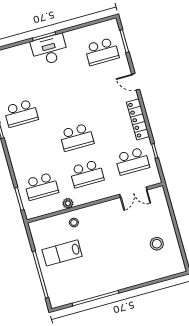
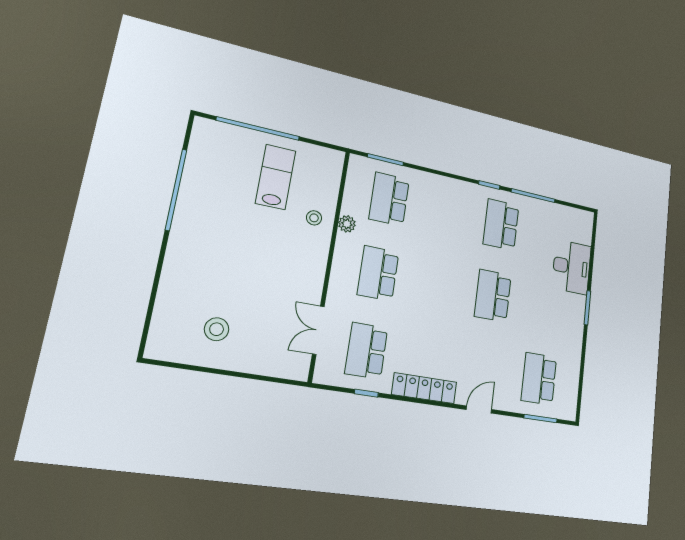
desk: (49, 50) -> (572, 267), moved
school desk: (77, 137) -> (493, 296), moved

